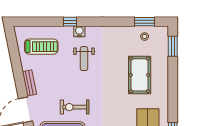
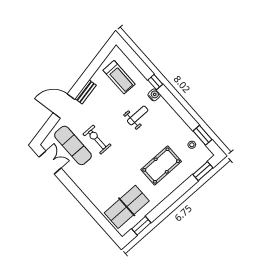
weight bench: (84, 59) -> (138, 115), turned 180

